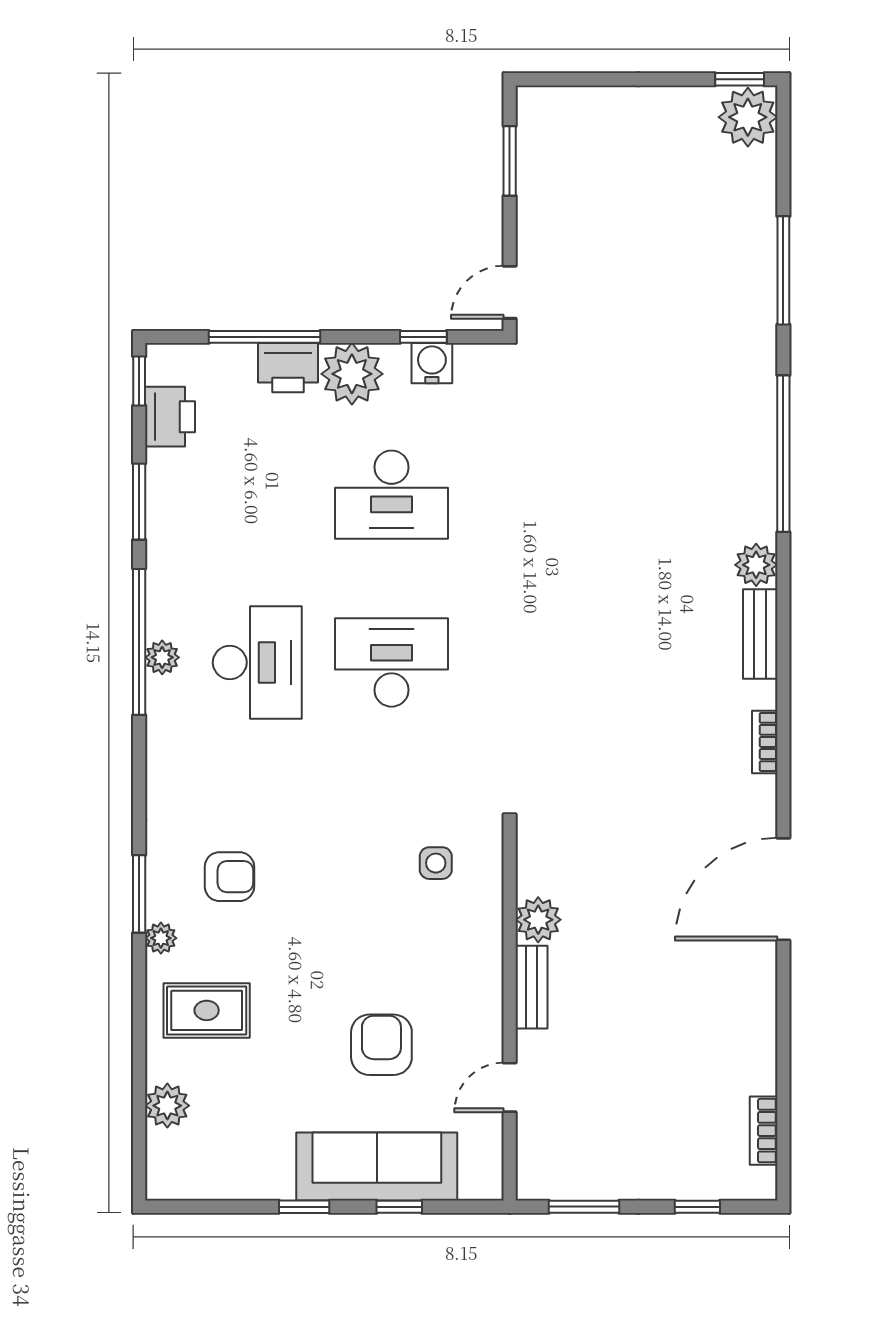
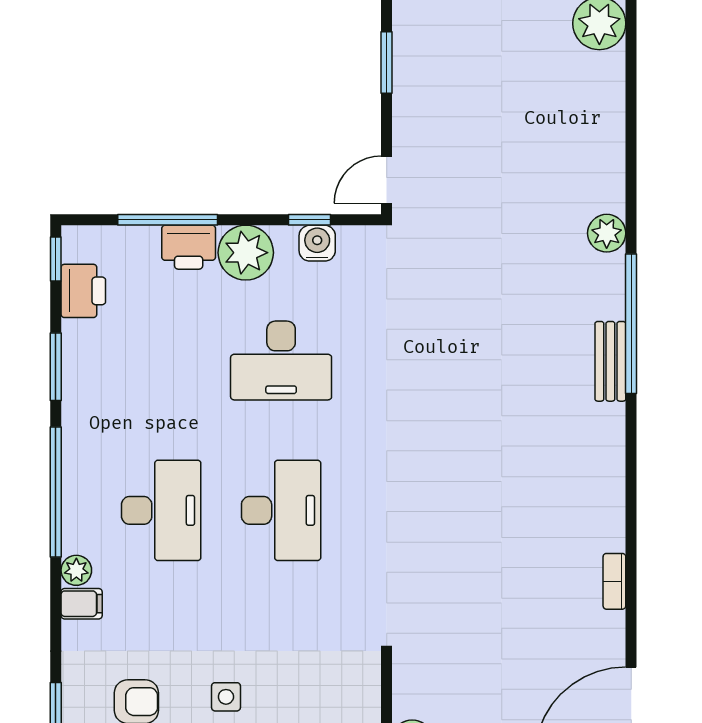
window: (783, 270) -> (631, 160), removed
plant: (756, 565) -> (607, 233), moved
bench: (760, 634) -> (610, 361), moved
plant: (162, 657) -> (76, 570), moved
desk: (391, 662) -> (281, 510), turned 90
filing cabinet: (168, 767) -> (82, 604), added
side table: (436, 863) -> (226, 697), moved

